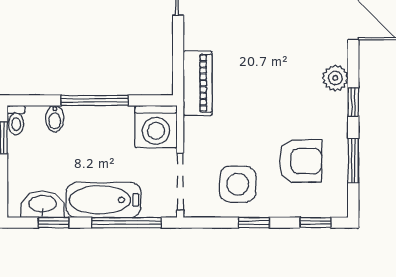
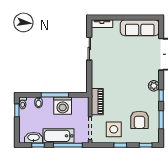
piano: (198, 83) -> (97, 102), moved
washing machine: (156, 127) -> (63, 106), moved
armchair: (300, 161) -> (139, 120), turned 90

